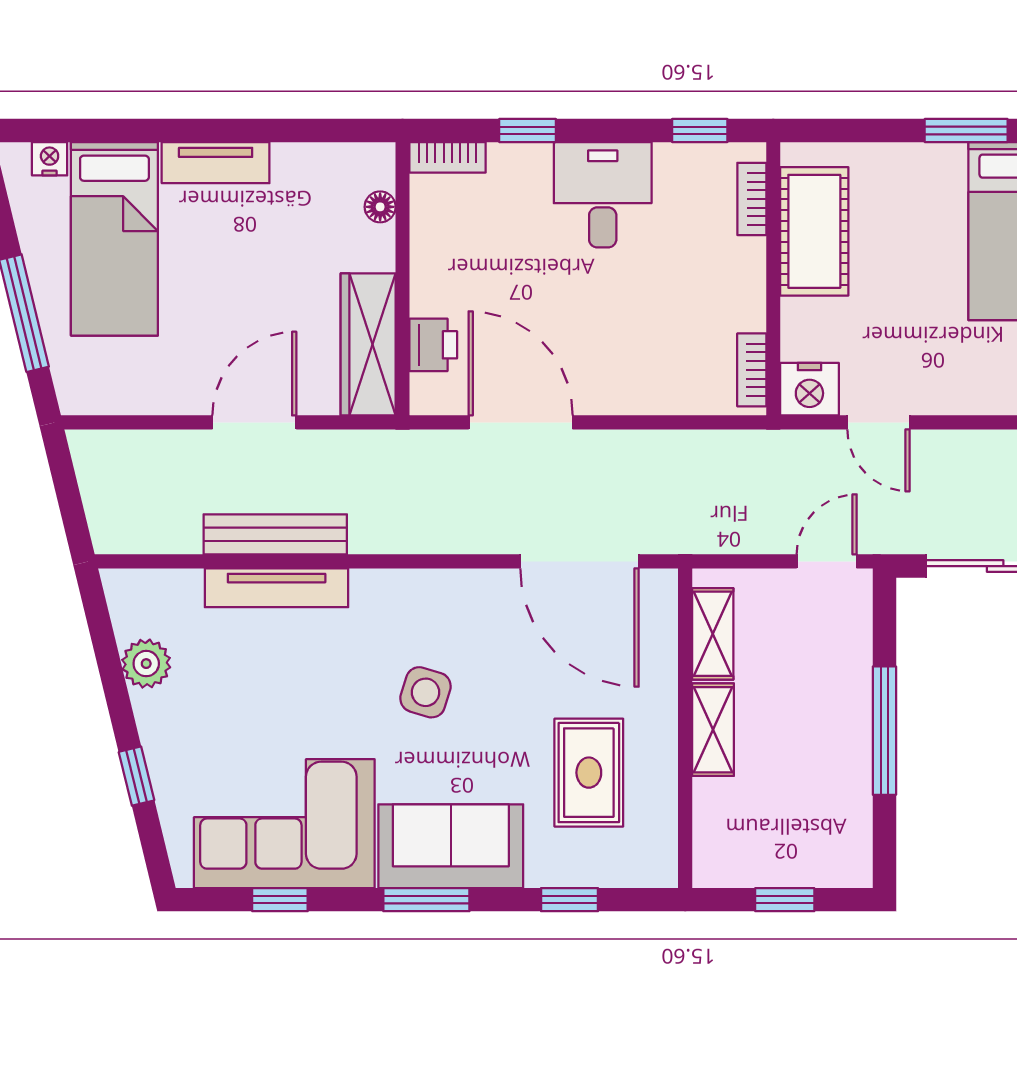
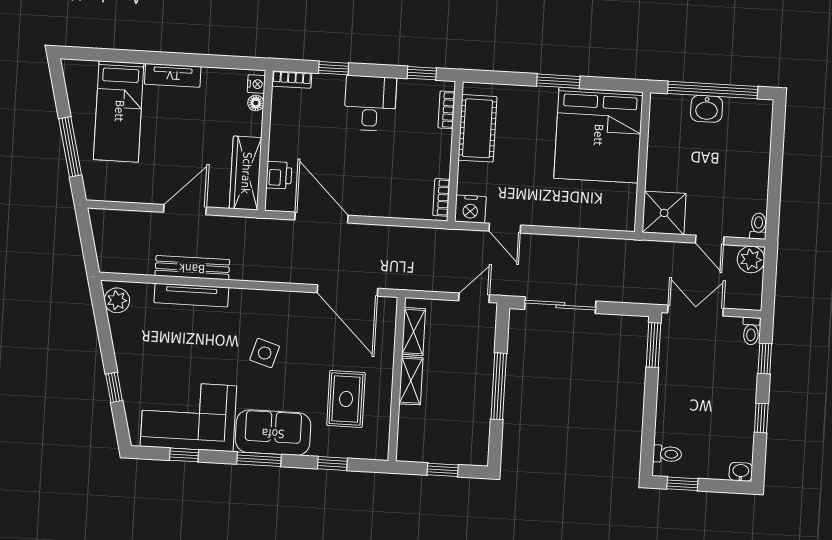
nightstand: (50, 159) -> (256, 84), moved, turned 90
plant: (146, 664) -> (117, 300), moved

